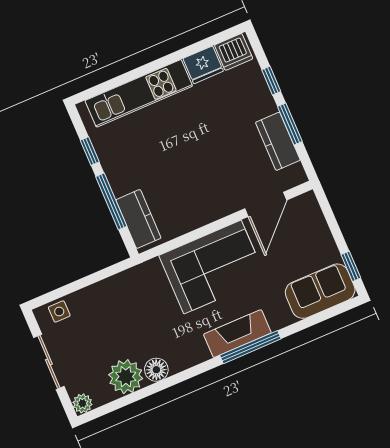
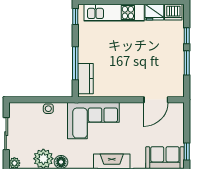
kitchen counter: (278, 141) -> (176, 69), removed
window: (90, 151) -> (75, 17), moved
corner sofa: (213, 267) -> (93, 121), moved
side table: (59, 311) -> (48, 109), moved

